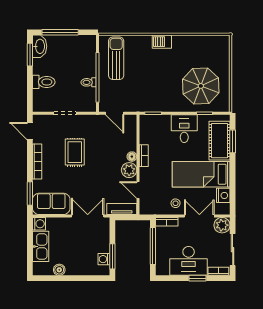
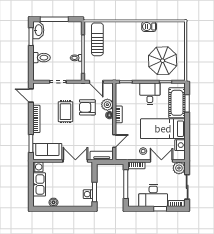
barbecue: (162, 42) -> (149, 26), moved
armchair: (103, 146) -> (87, 107), added
plant: (129, 170) -> (107, 105), moved
door: (138, 190) -> (114, 141), swing flipped

